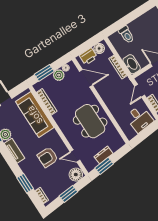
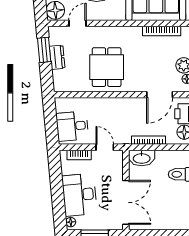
dining table: (90, 121) -> (107, 67), width x0.73

